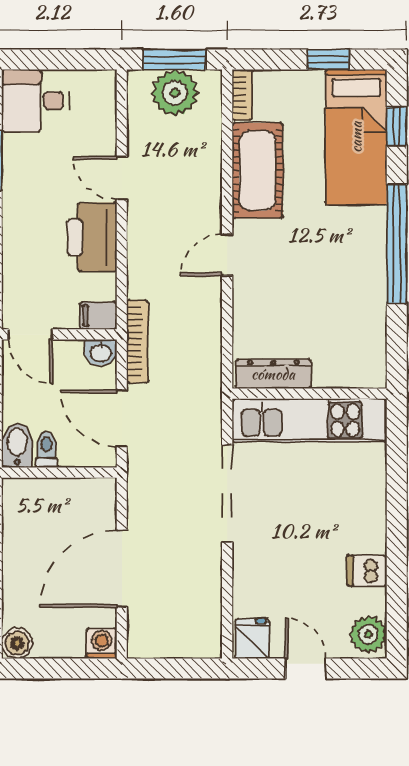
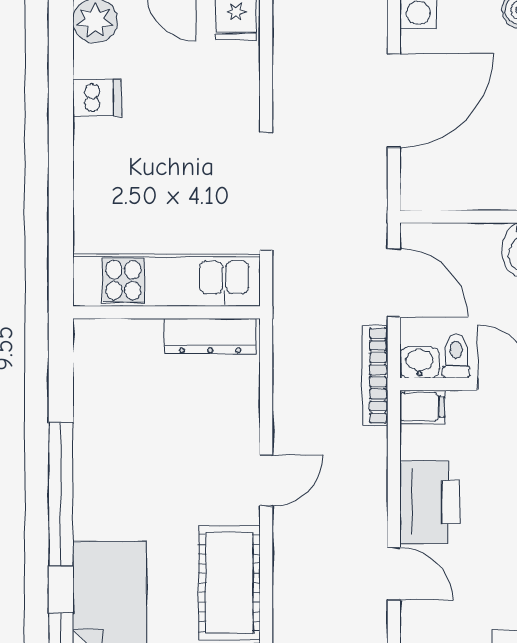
toilet: (46, 449) -> (456, 356), moved, turned 180

